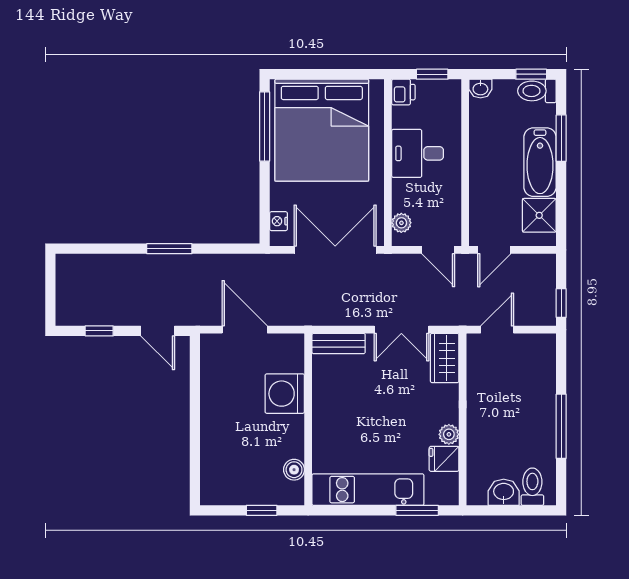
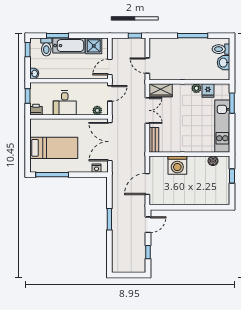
toilet: (537, 91) -> (46, 47), moved
bed: (322, 130) -> (54, 148), width x0.49
door: (494, 250) -> (110, 67), swing flipped

